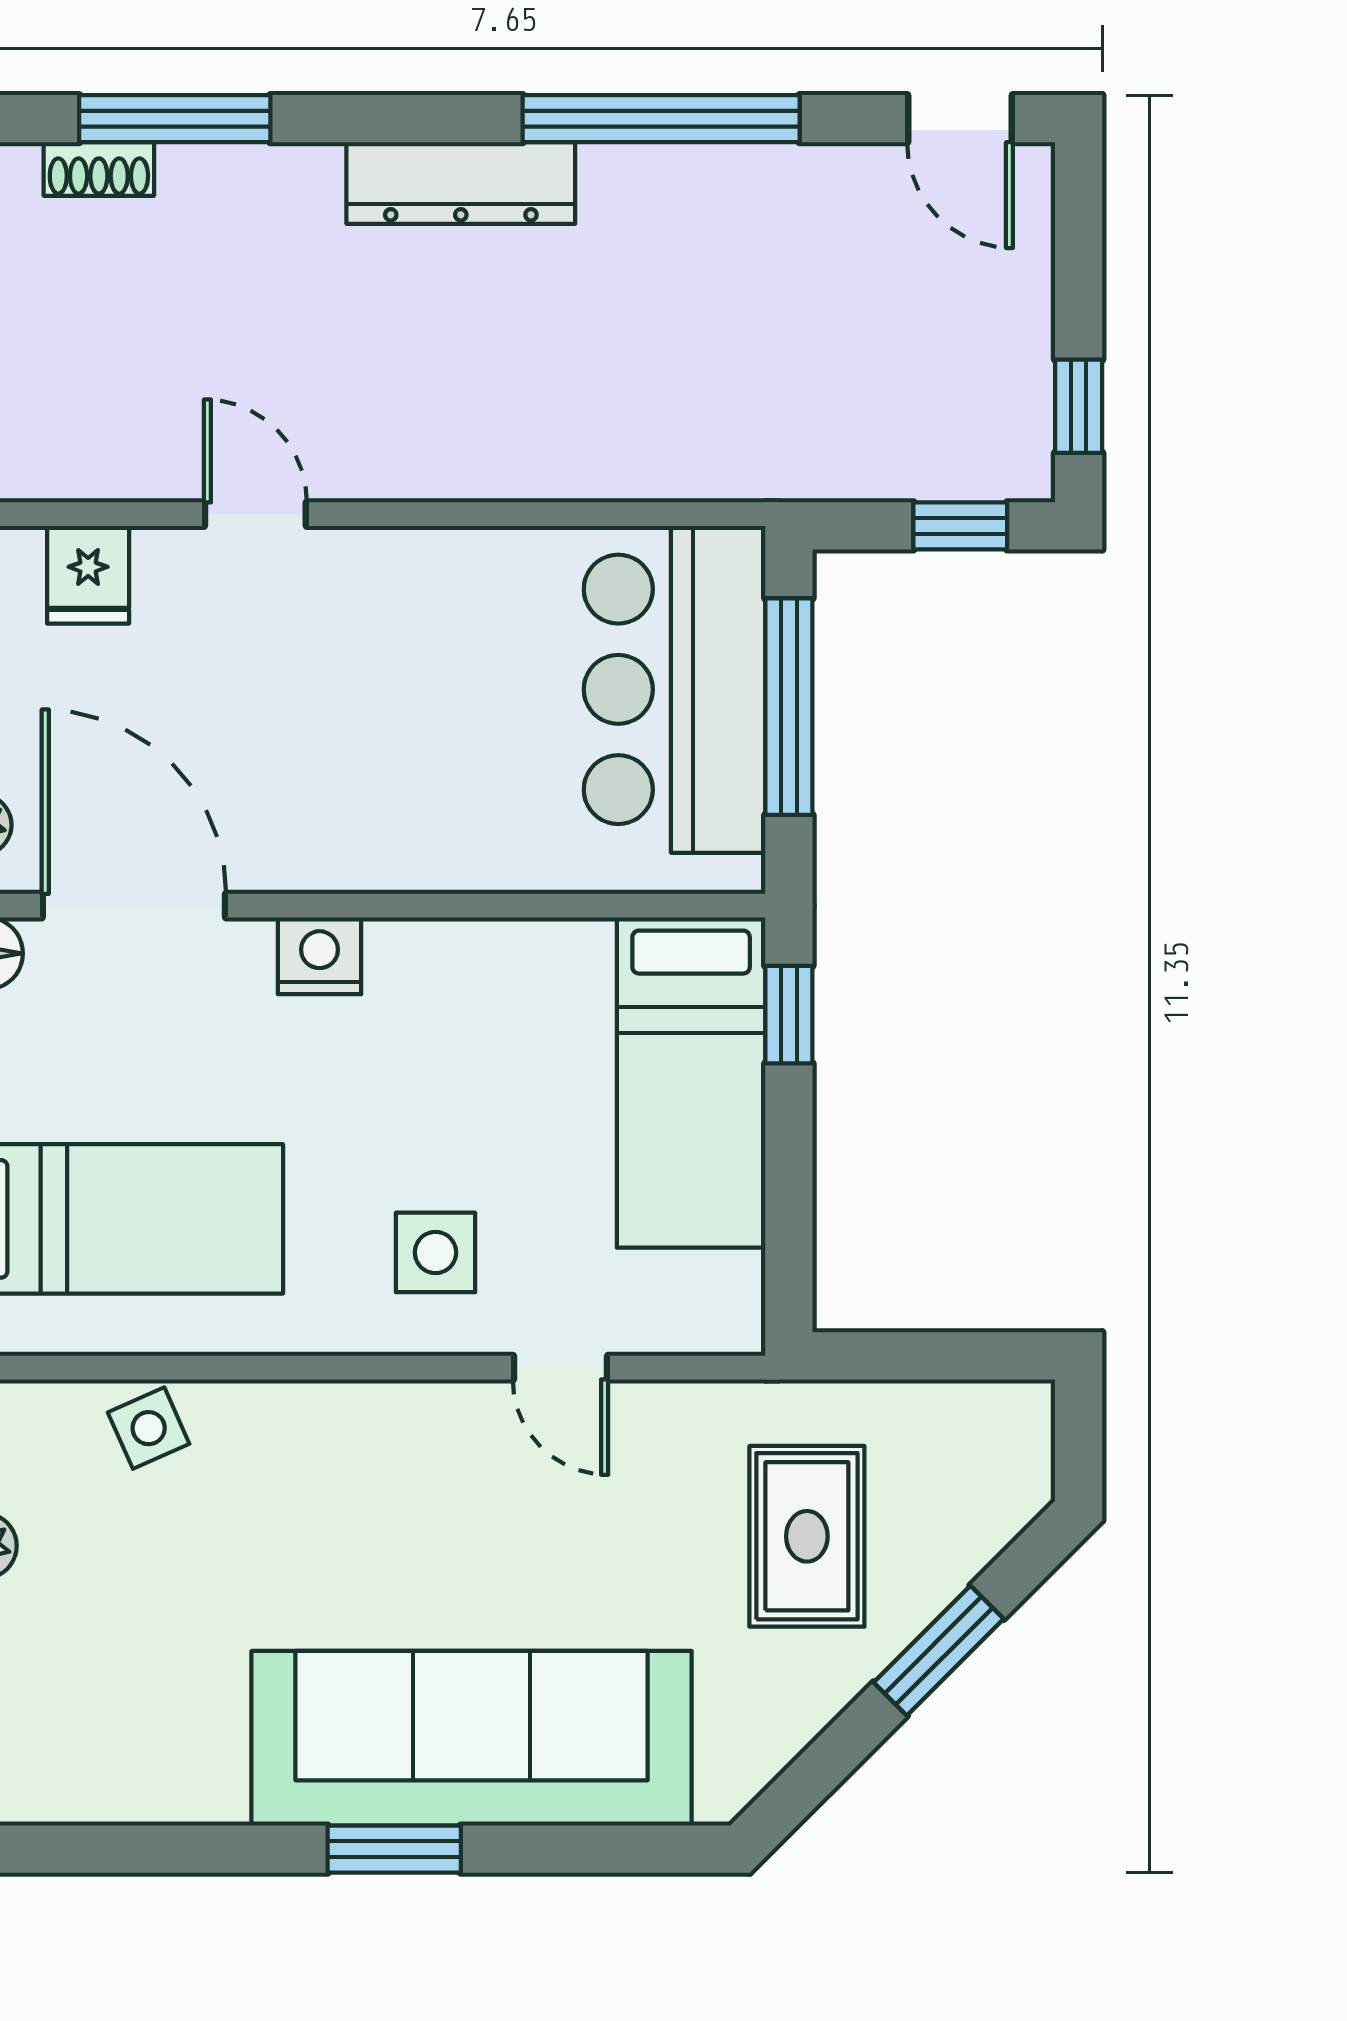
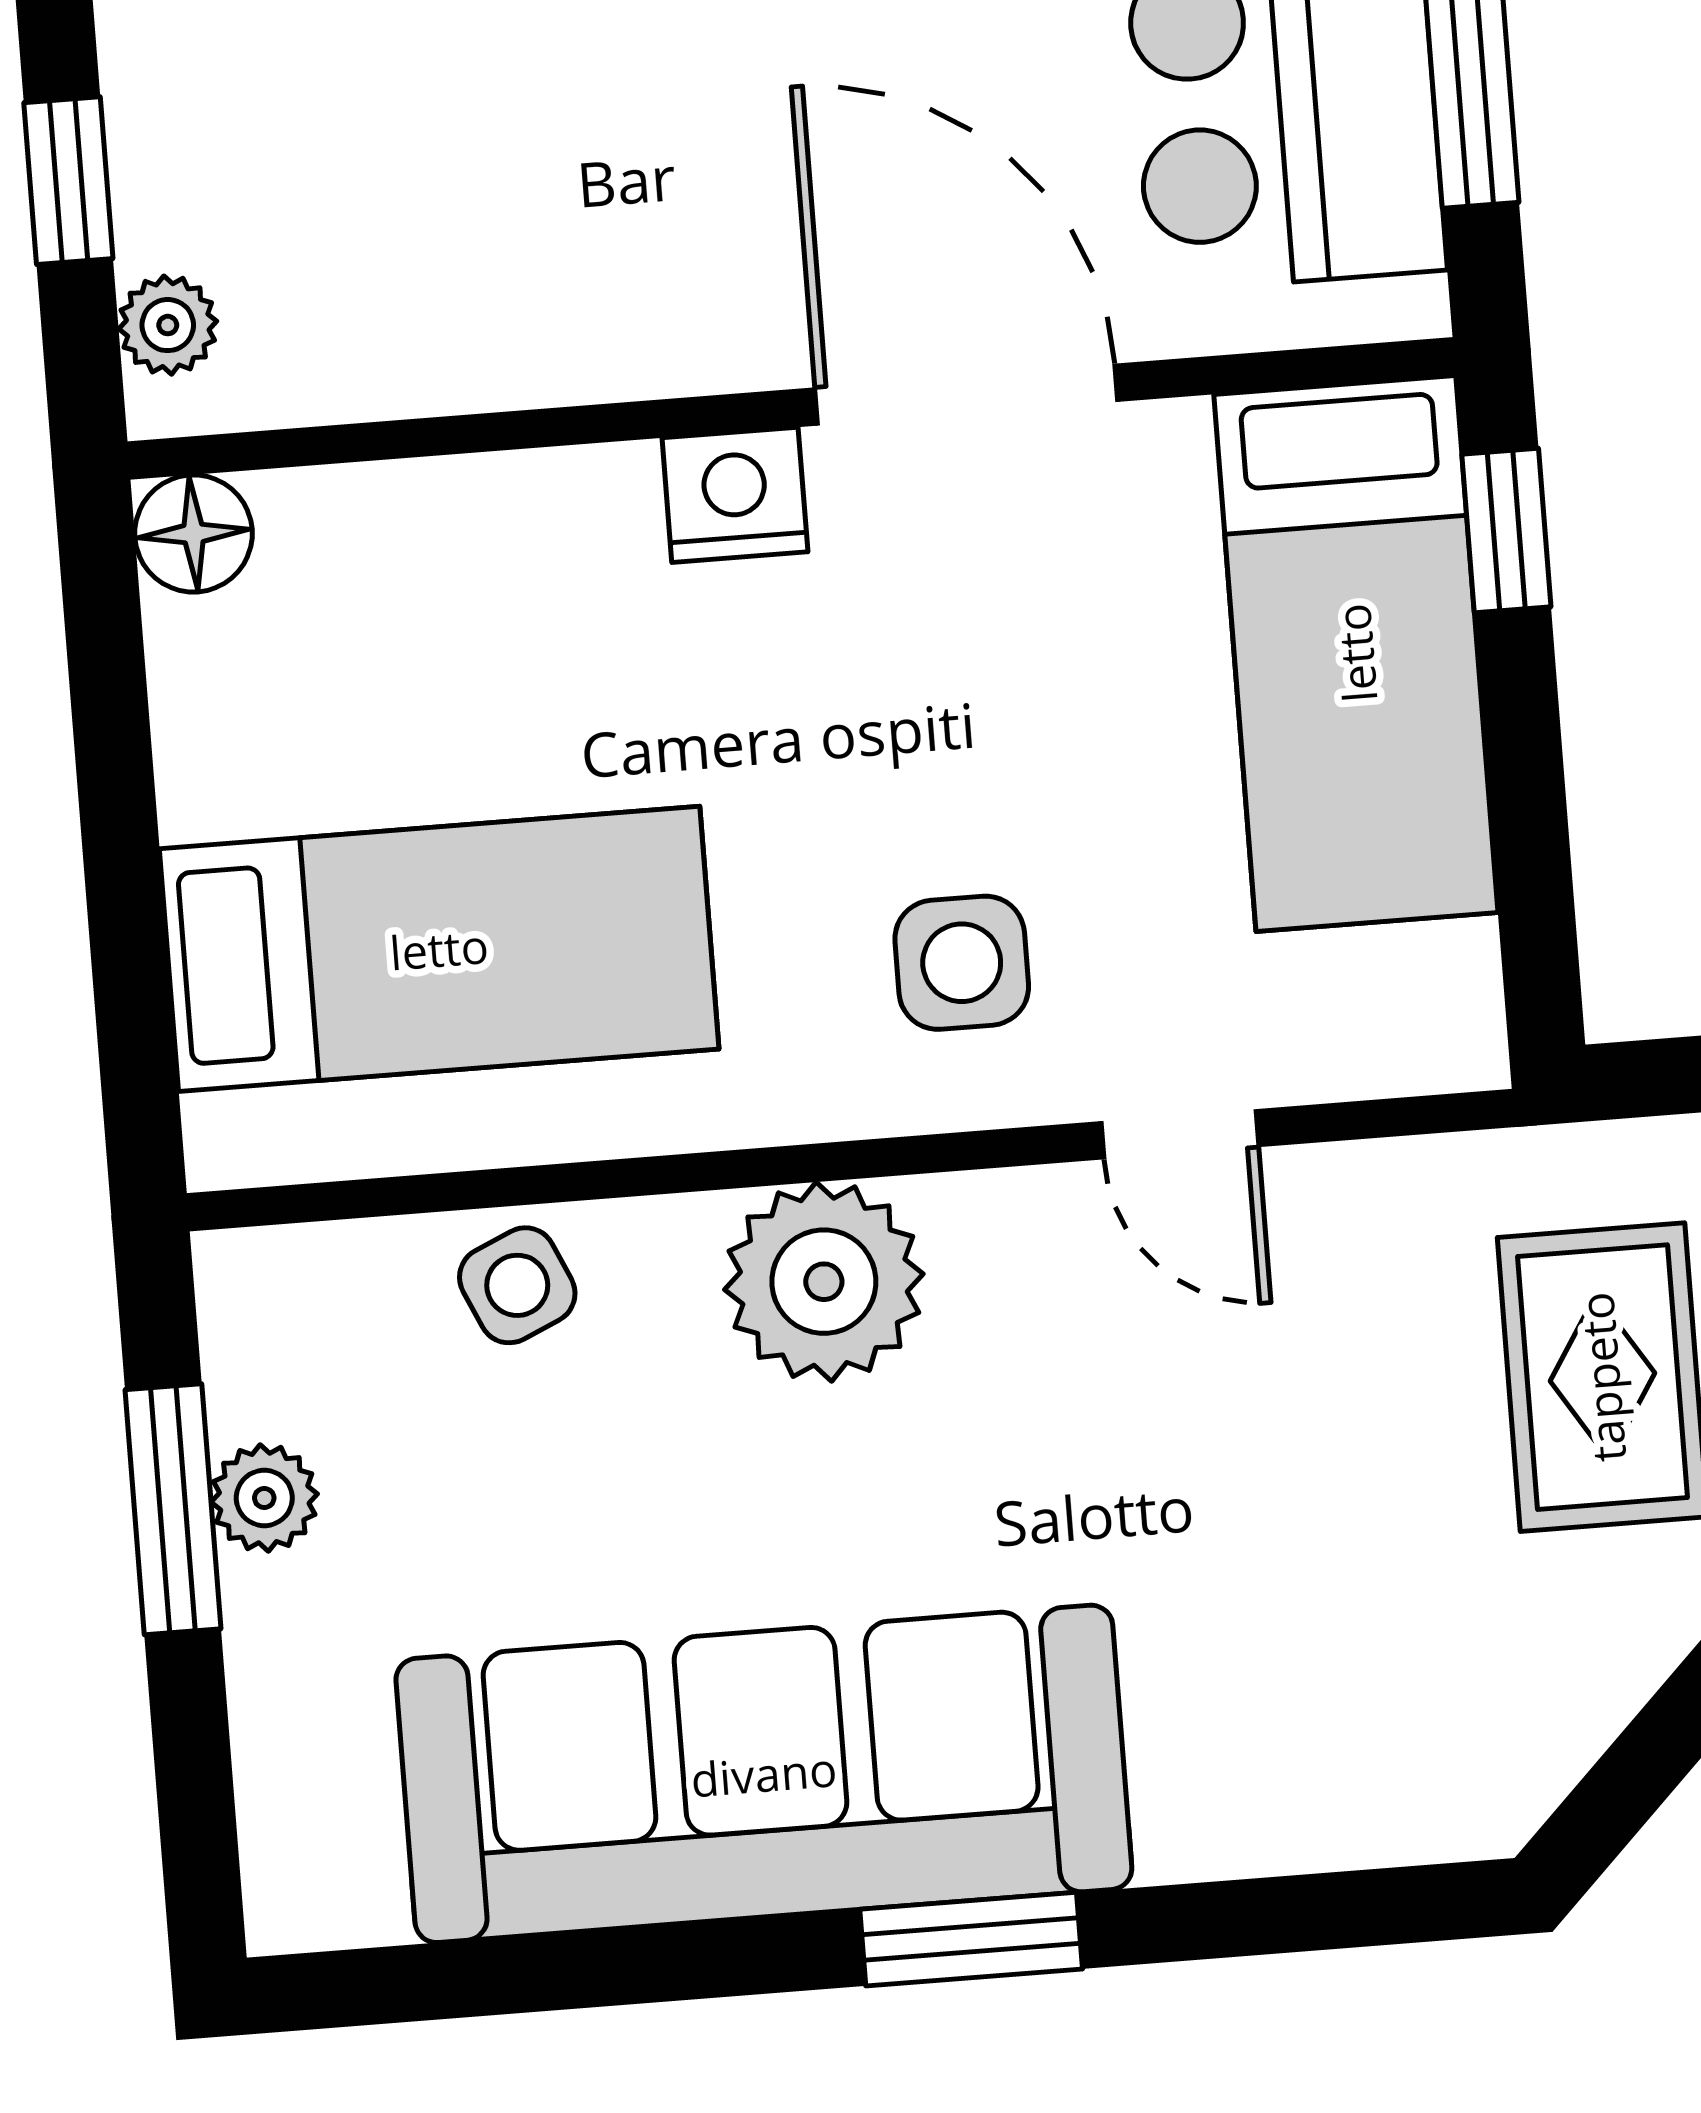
door: (134, 906) -> (966, 395), moved
plant: (336, 1441) -> (824, 1282), added
sofa: (472, 1738) -> (764, 1774), moved

